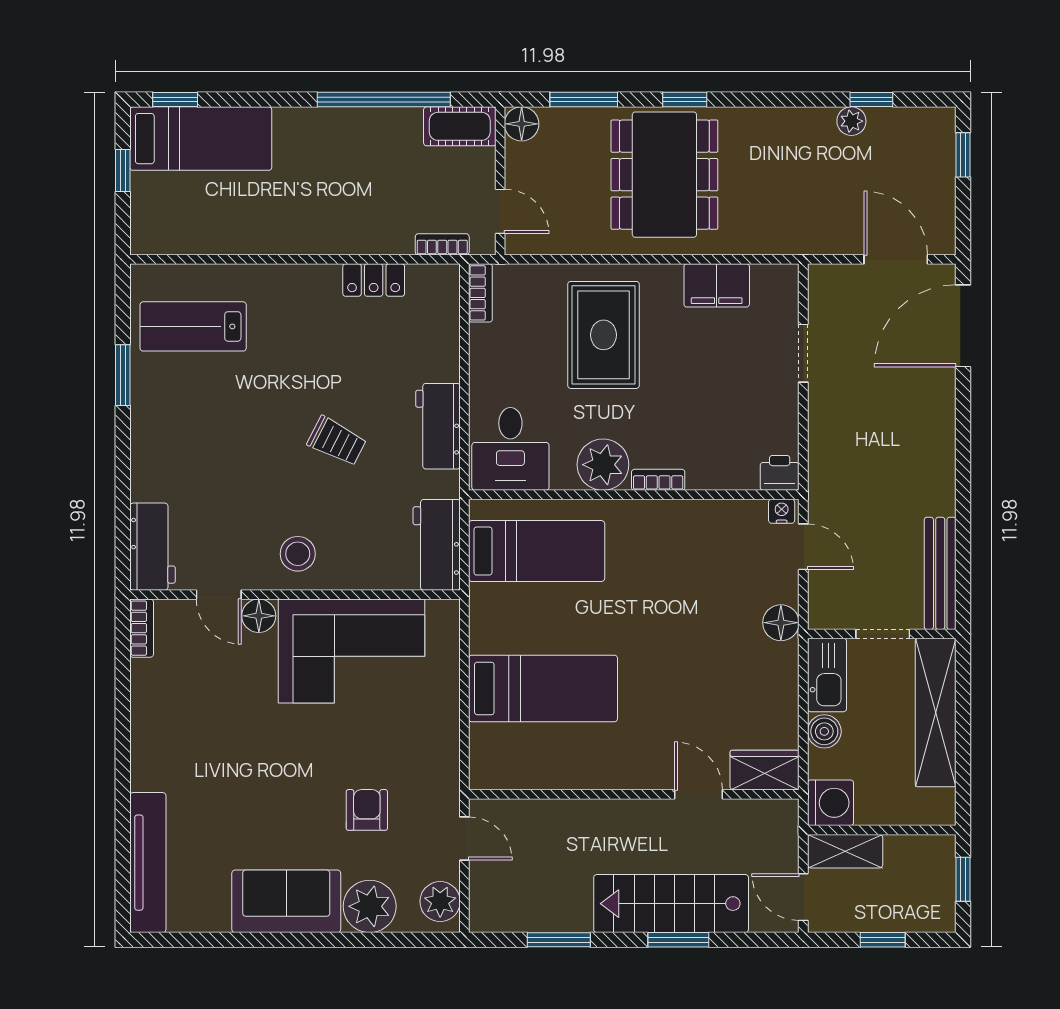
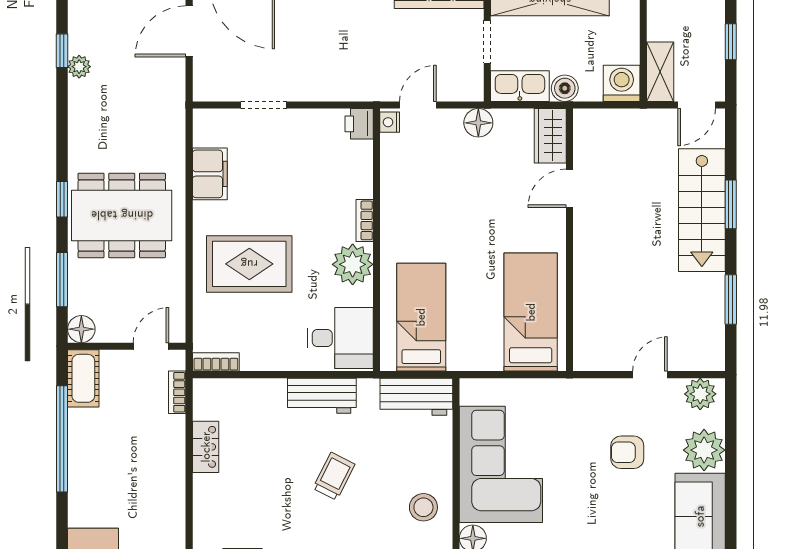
wardrobe: (765, 770) -> (550, 136), moved
wall: (634, 794) -> (569, 240), moved
door: (699, 794) -> (569, 188), moved

